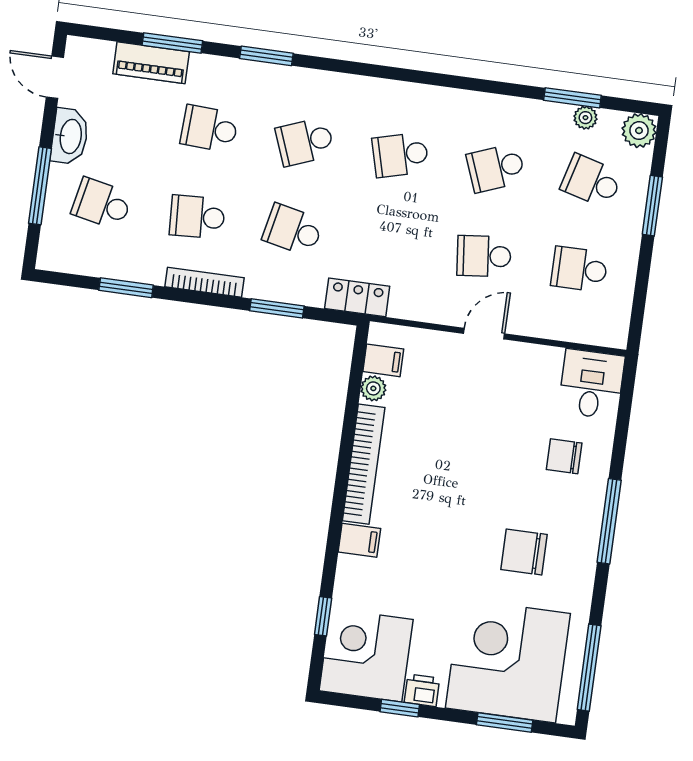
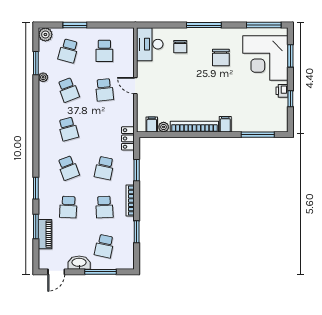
plant: (585, 118) -> (43, 77), moved
desk: (591, 384) -> (150, 44), width x1.37
window: (323, 616) -> (258, 135), width x2.17
corner desk: (366, 655) -> (271, 115), removed

